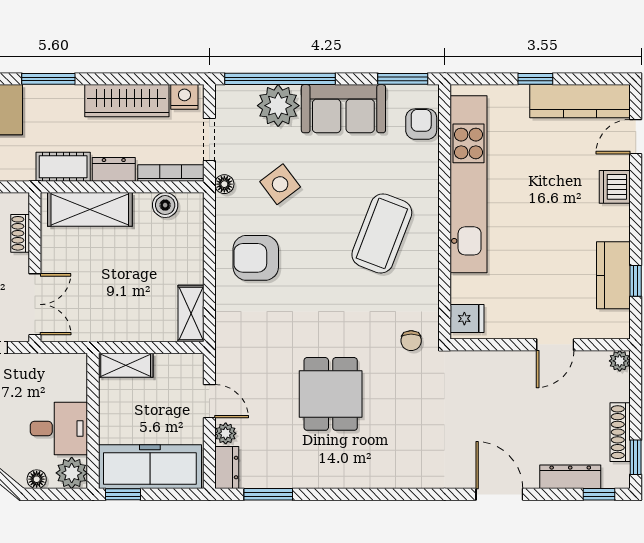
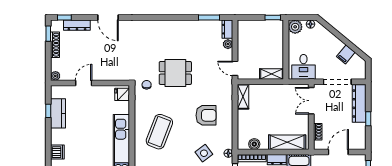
armchair: (256, 258) -> (206, 115), moved
dining table: (331, 394) -> (175, 73), moved, turned 90
door: (209, 401) -> (235, 68), moved
desk: (59, 429) -> (303, 67), moved, turned -90
freezer: (150, 467) -> (261, 30), removed

